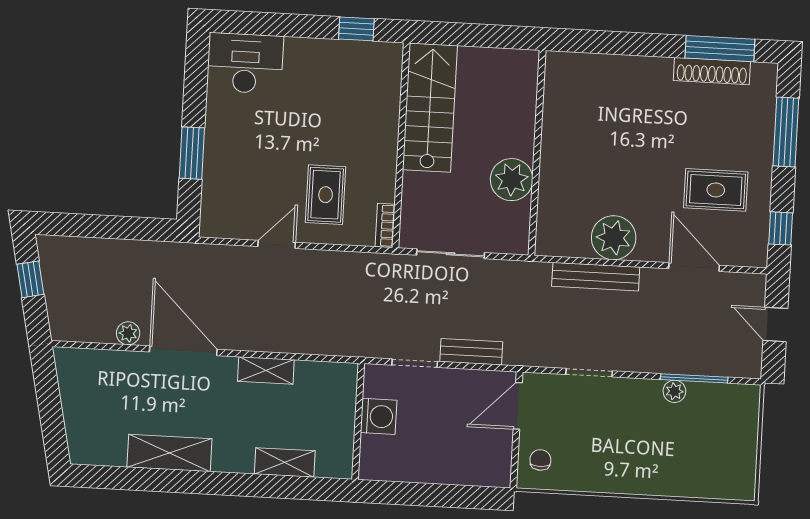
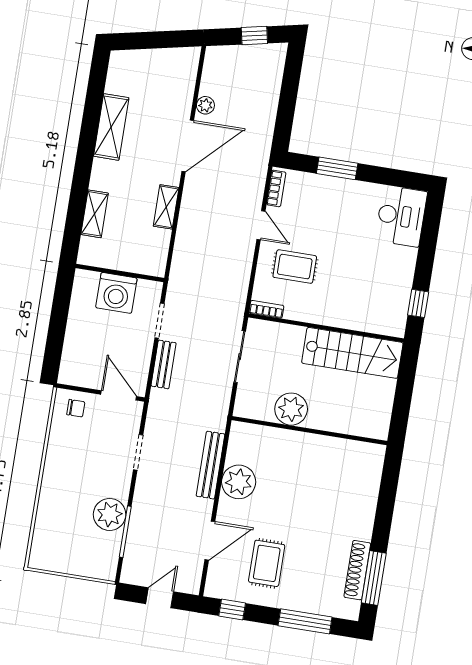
bookcase: (227, 230) -> (276, 188), added
plant: (674, 391) -> (110, 514), width x1.88, depth x1.88
washing machine: (379, 416) -> (116, 293), width x1.37, depth x1.37

